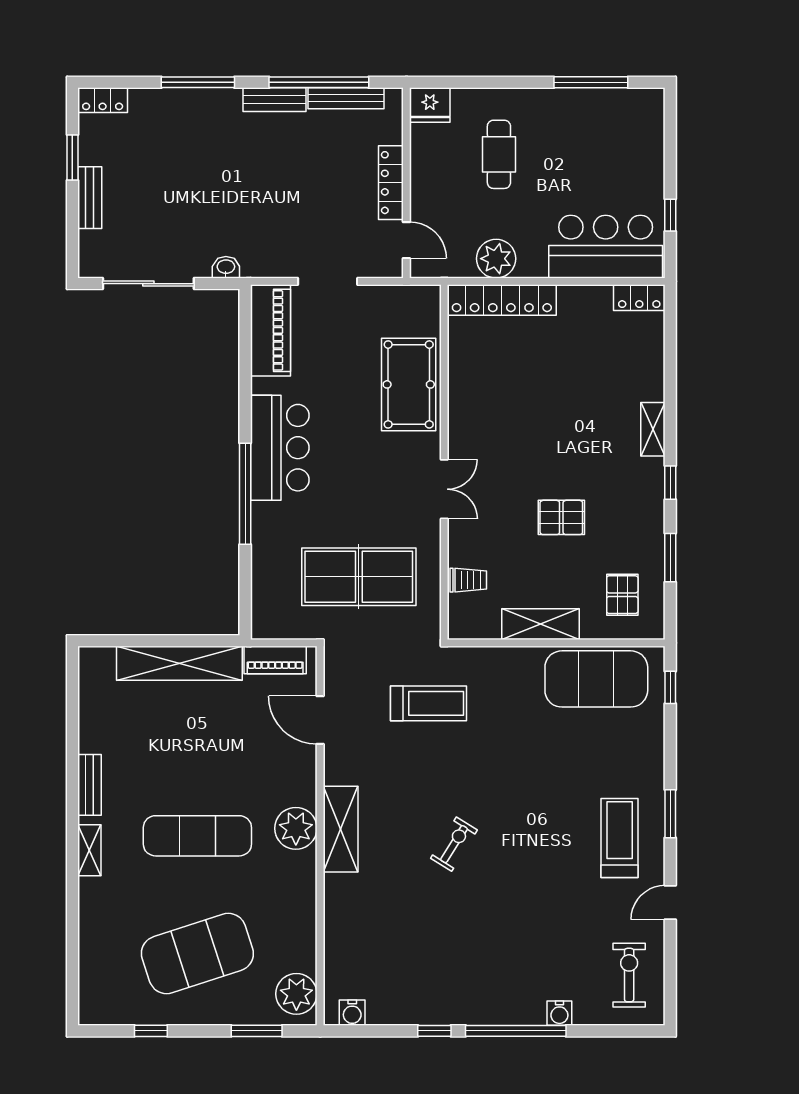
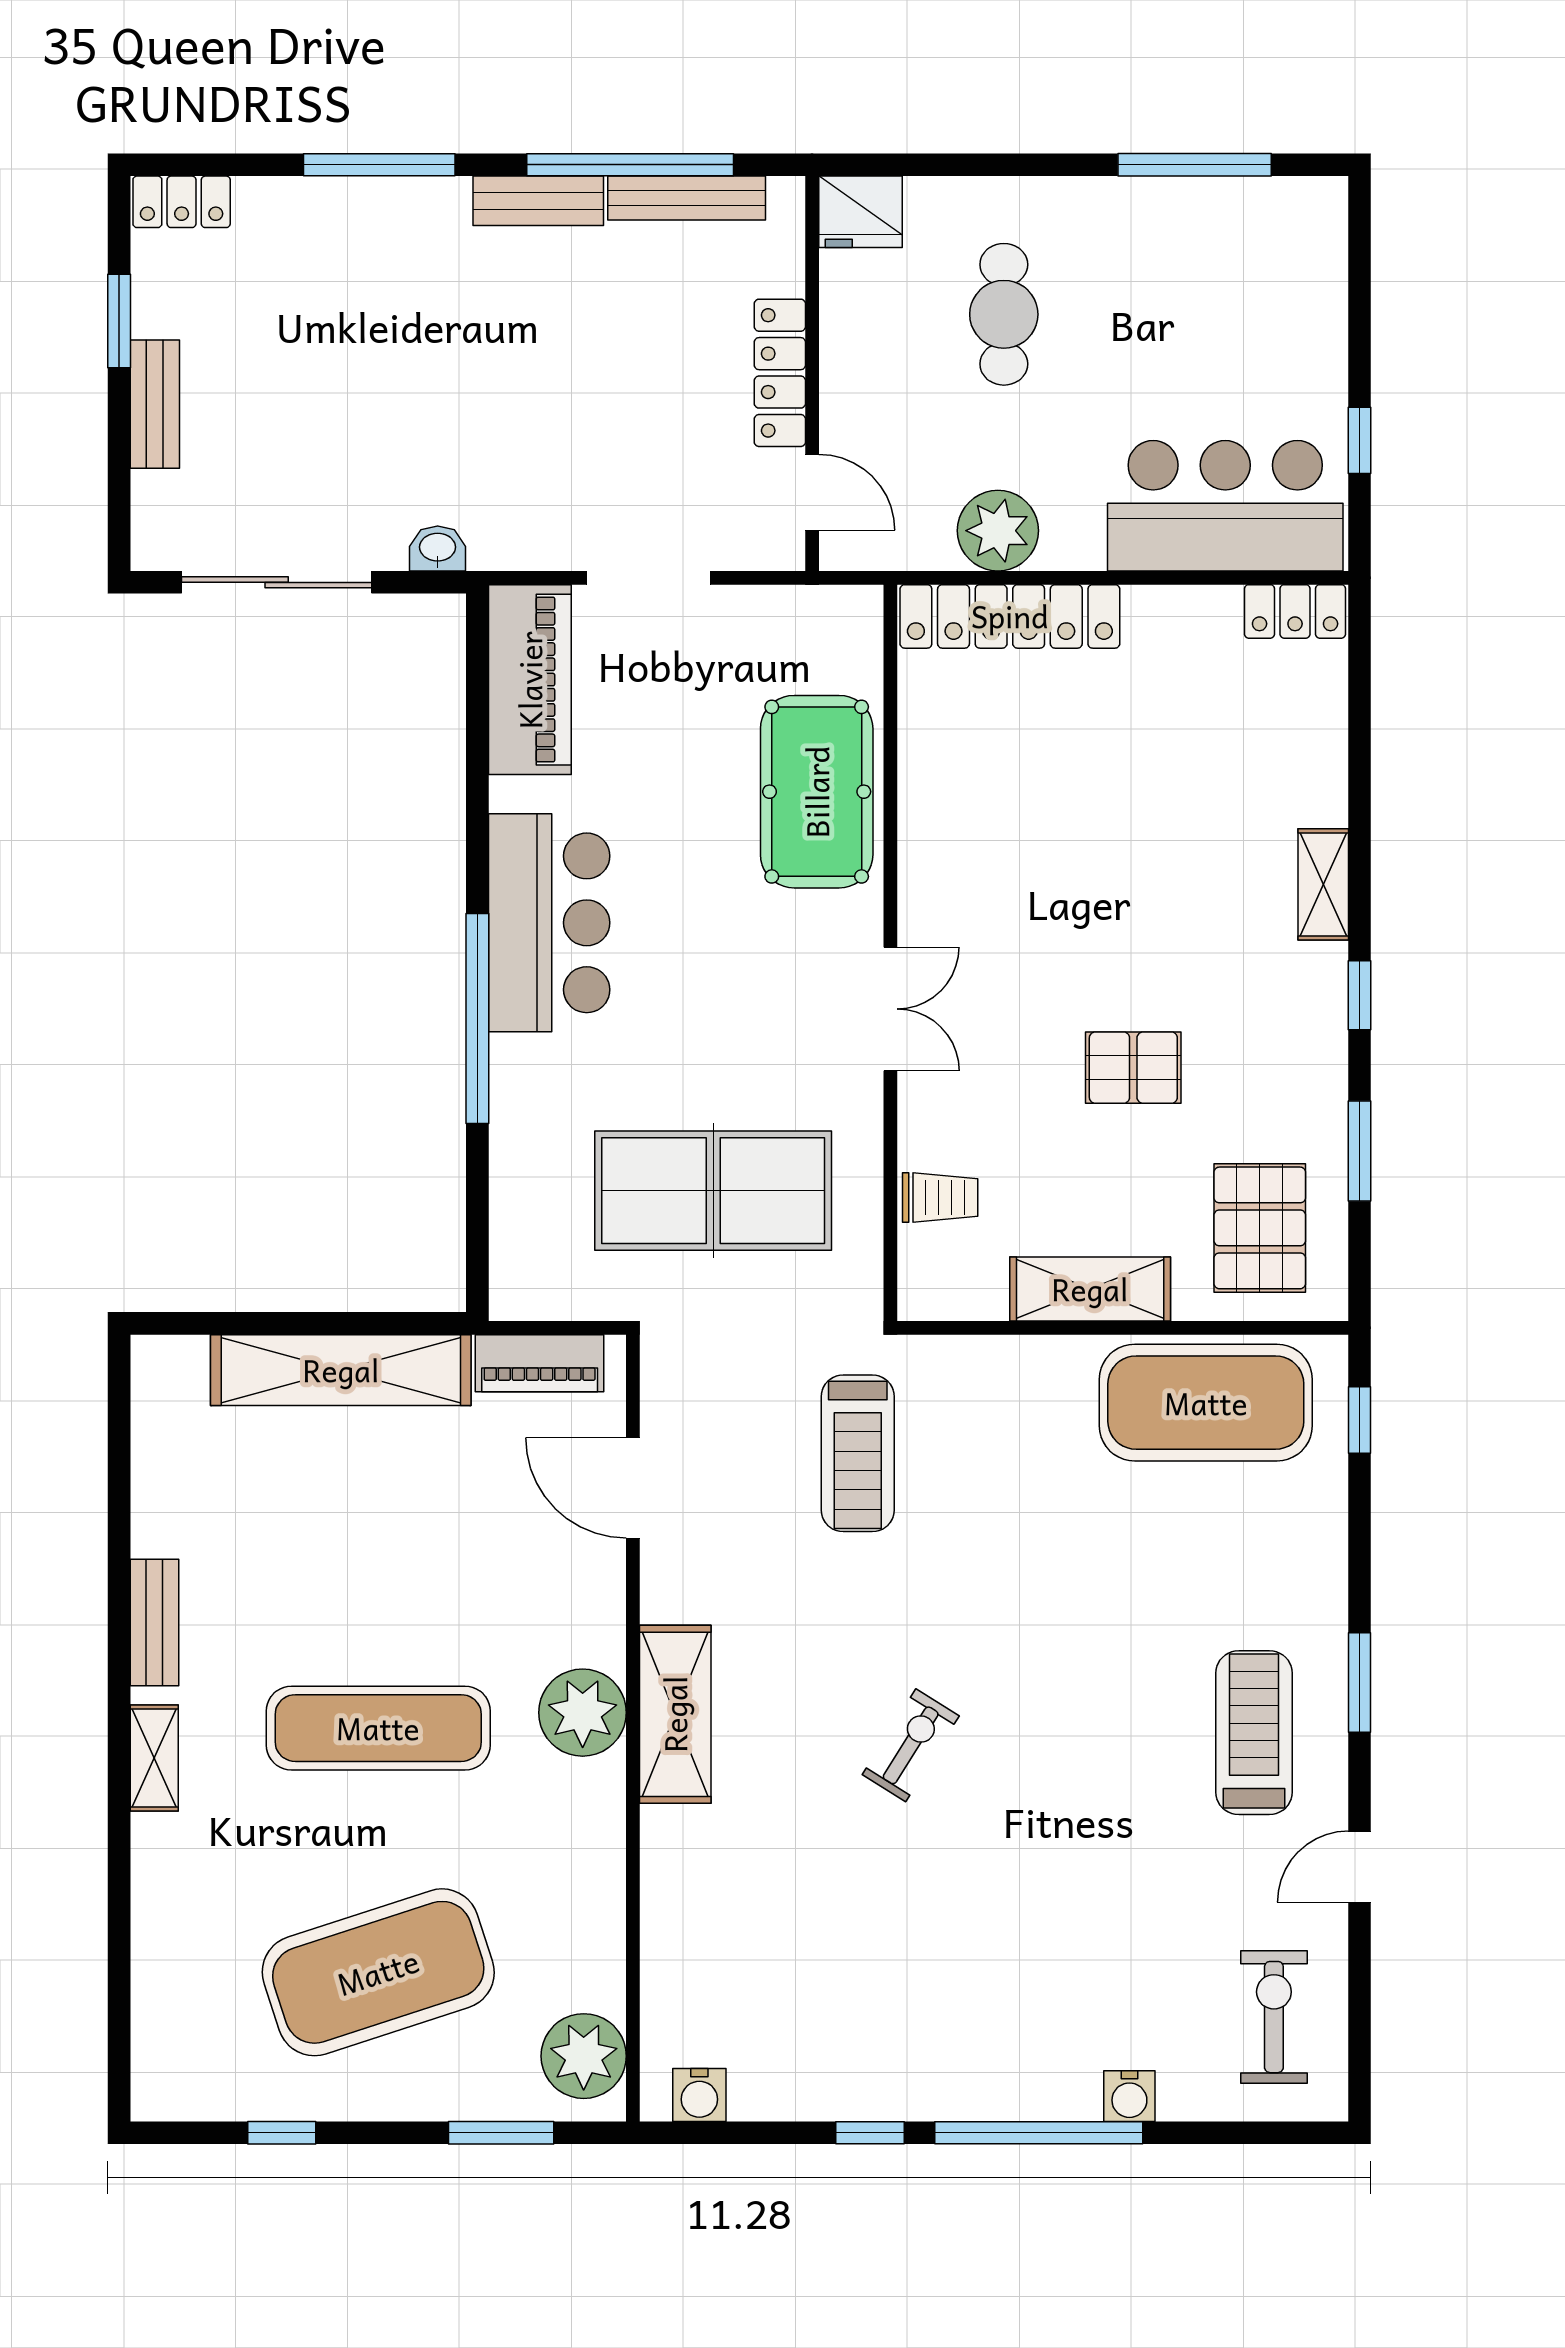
pallet: (622, 595) -> (1260, 1228), width x1.50, depth x1.42
treadmill: (429, 703) -> (858, 1453), turned 90

